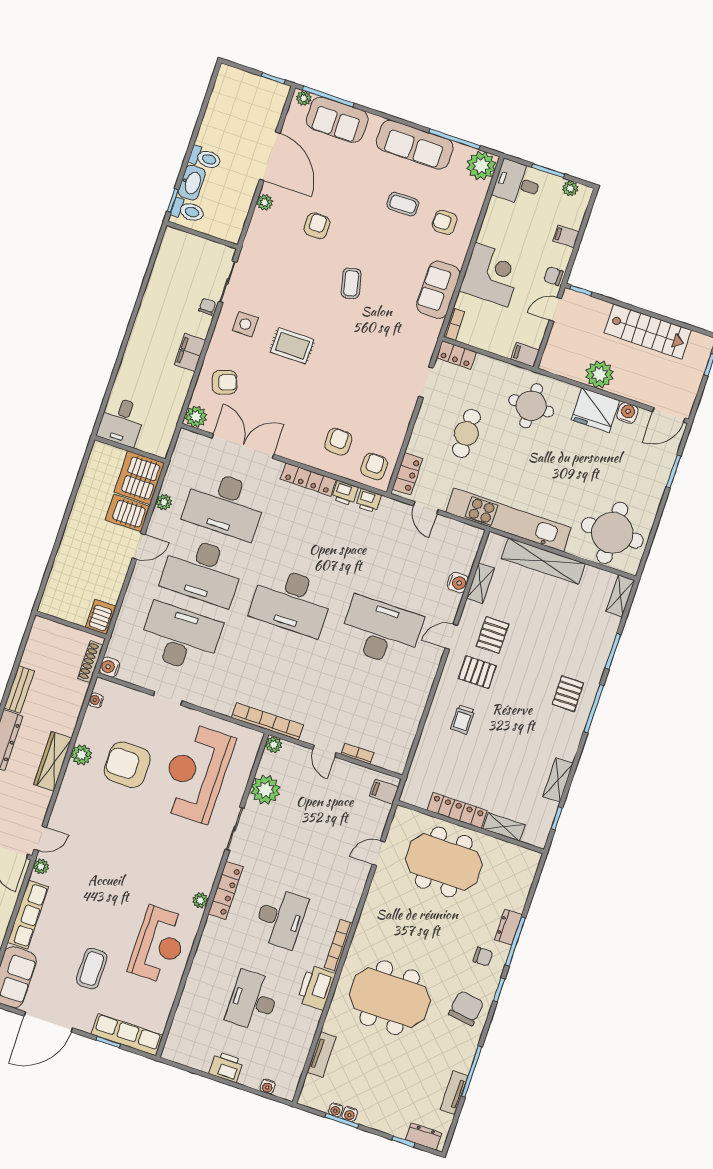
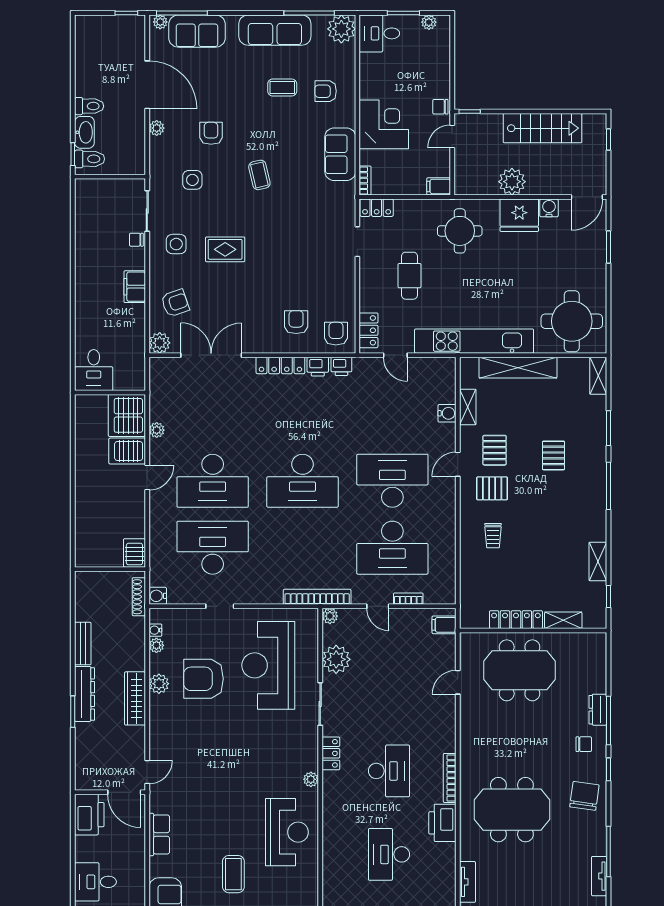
filing cabinet: (566, 236) -> (440, 67), removed
side table: (283, 266) -> (192, 180), added
chair: (207, 307) -> (136, 240), turned -90
desk: (225, 505) -> (392, 548), moved
pallet: (568, 694) -> (554, 455), moved
plant: (41, 866) -> (156, 645), moved
locker: (226, 890) -> (331, 753), width x0.66
row of seats: (28, 915) -> (159, 834), width x0.68

